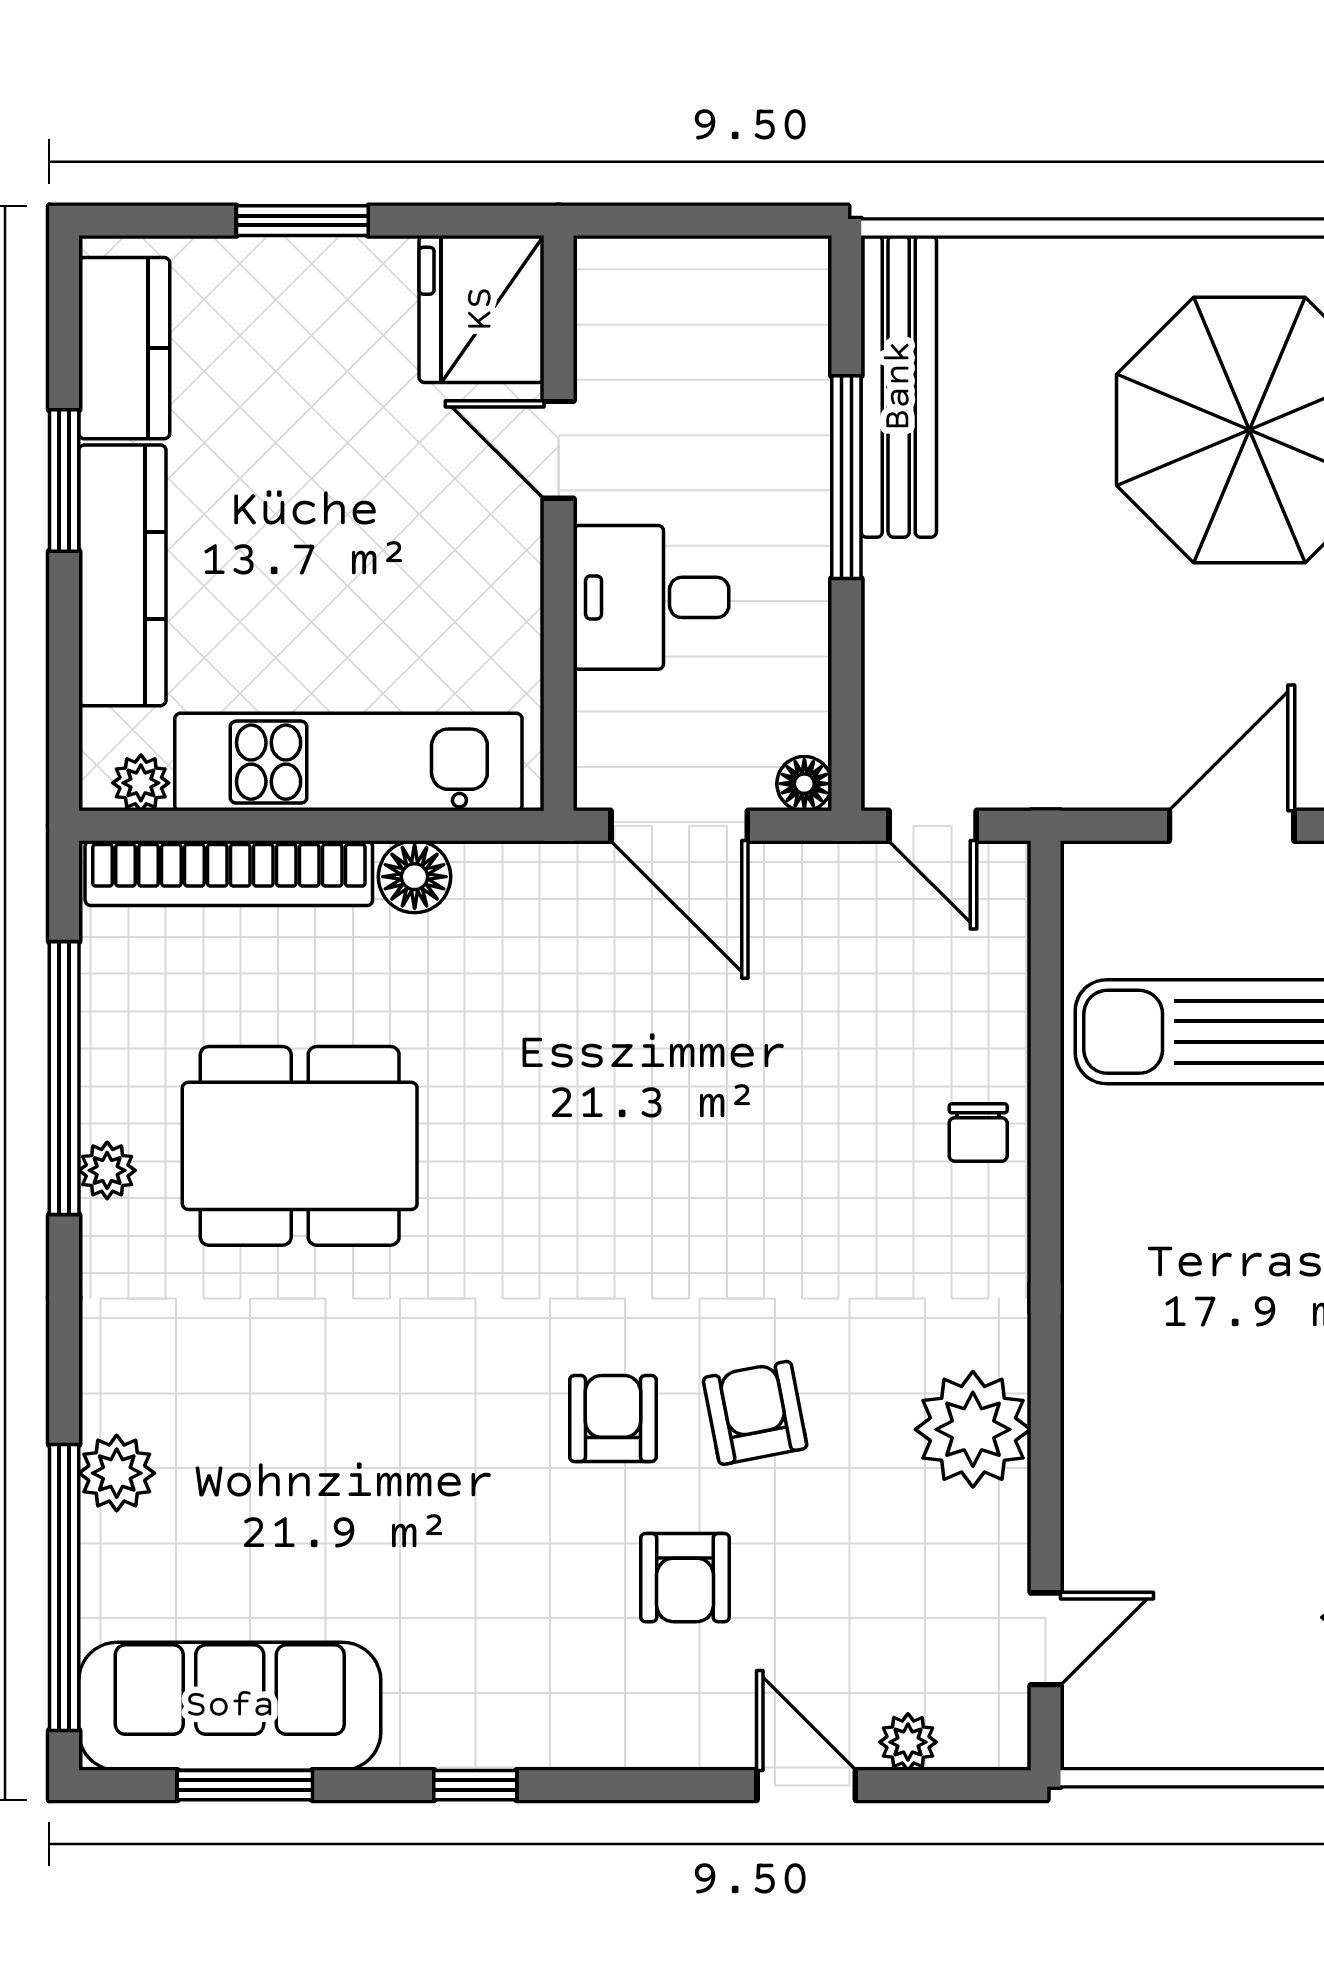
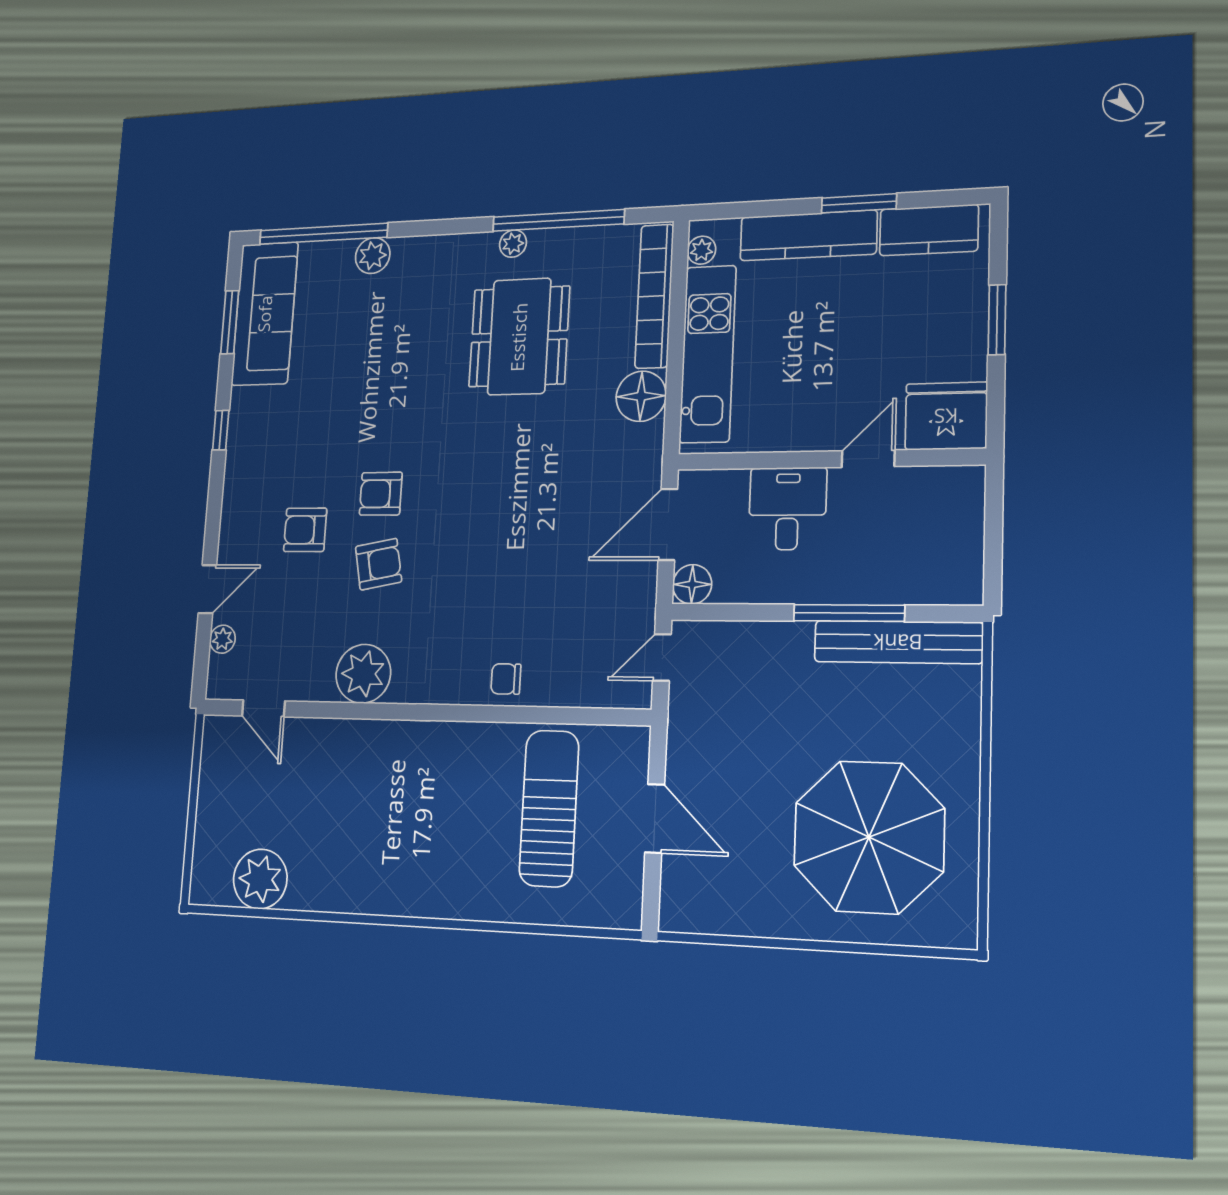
floor lamp: (804, 784) -> (692, 584), width x1.37, depth x1.37
floor lamp: (415, 877) -> (641, 396), width x1.38, depth x1.38
armchair: (613, 1418) -> (381, 494), turned 180

